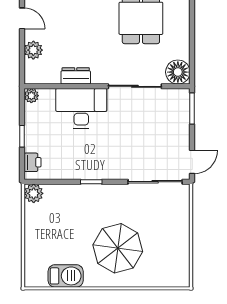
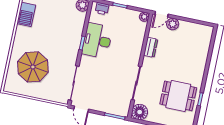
door: (22, 18) -> (161, 14), moved
desk: (81, 108) -> (97, 41), moved, turned 180
parasol: (118, 248) -> (33, 67), moved

